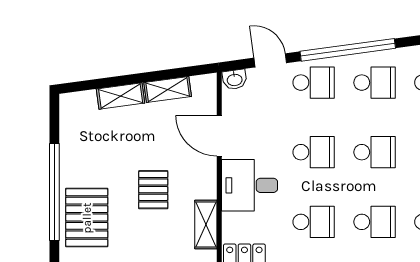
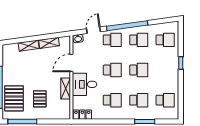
door: (270, 60) -> (94, 30), hinge flipped
door: (219, 136) -> (71, 63), hinge flipped
pallet: (153, 190) -> (40, 99), moved
shelving: (206, 225) -> (66, 88), moved

